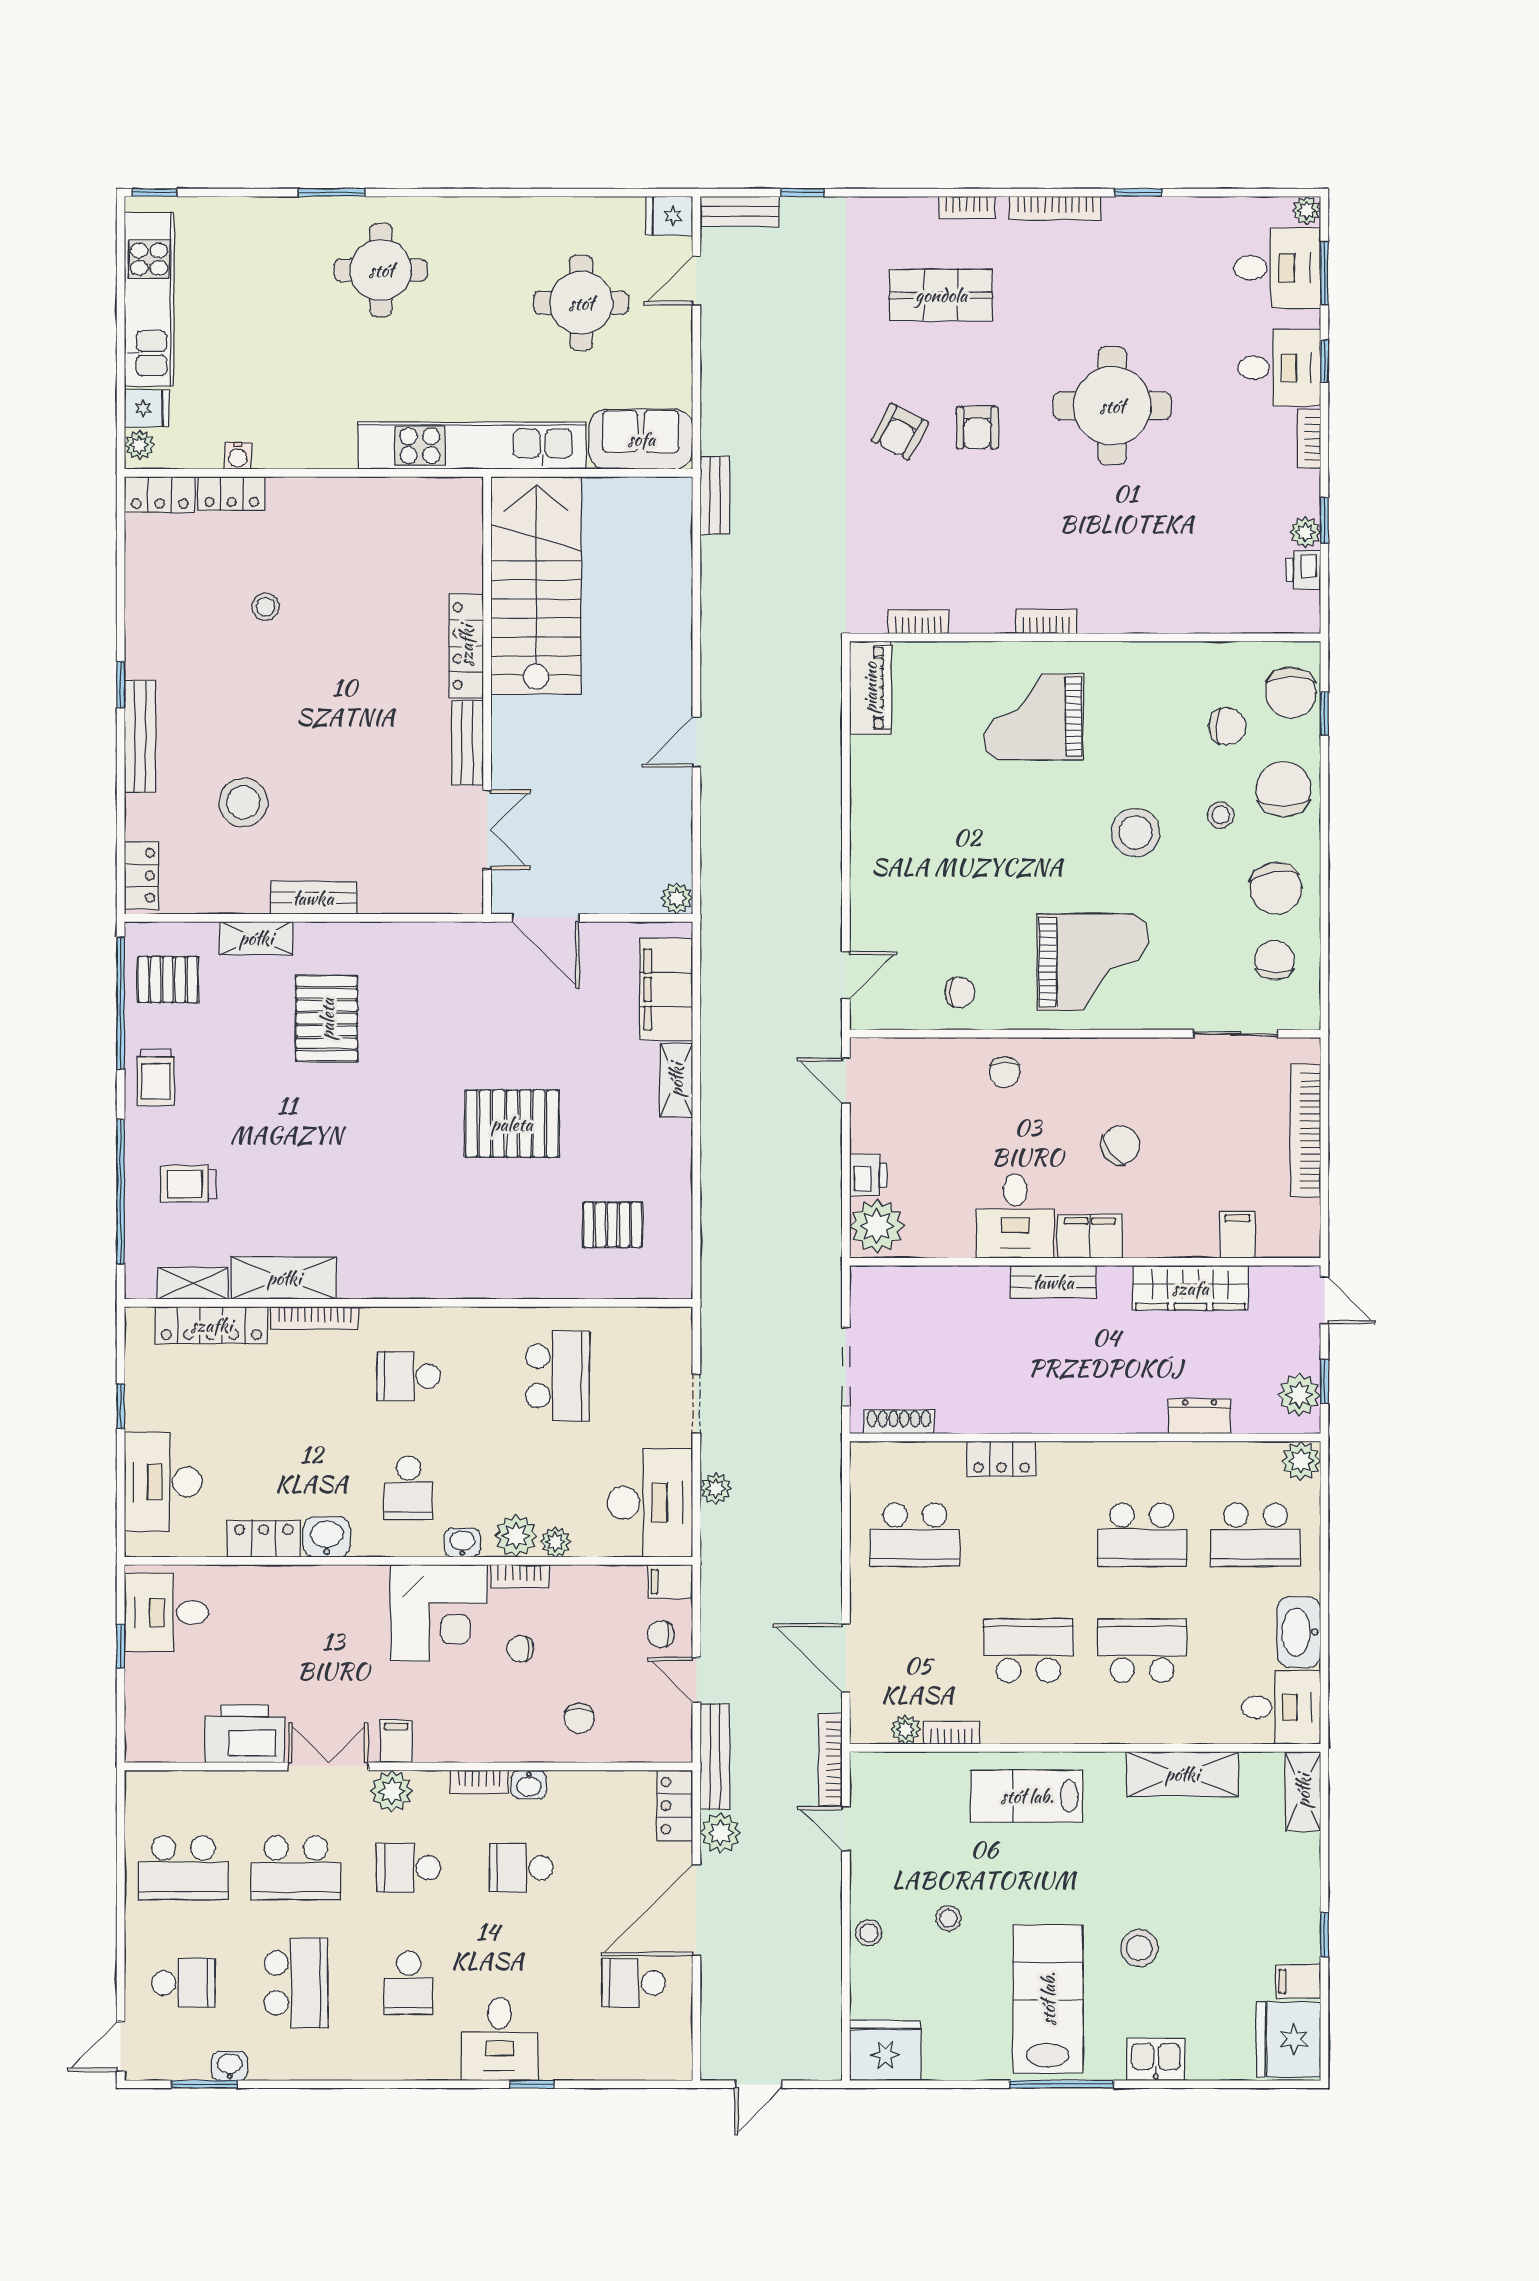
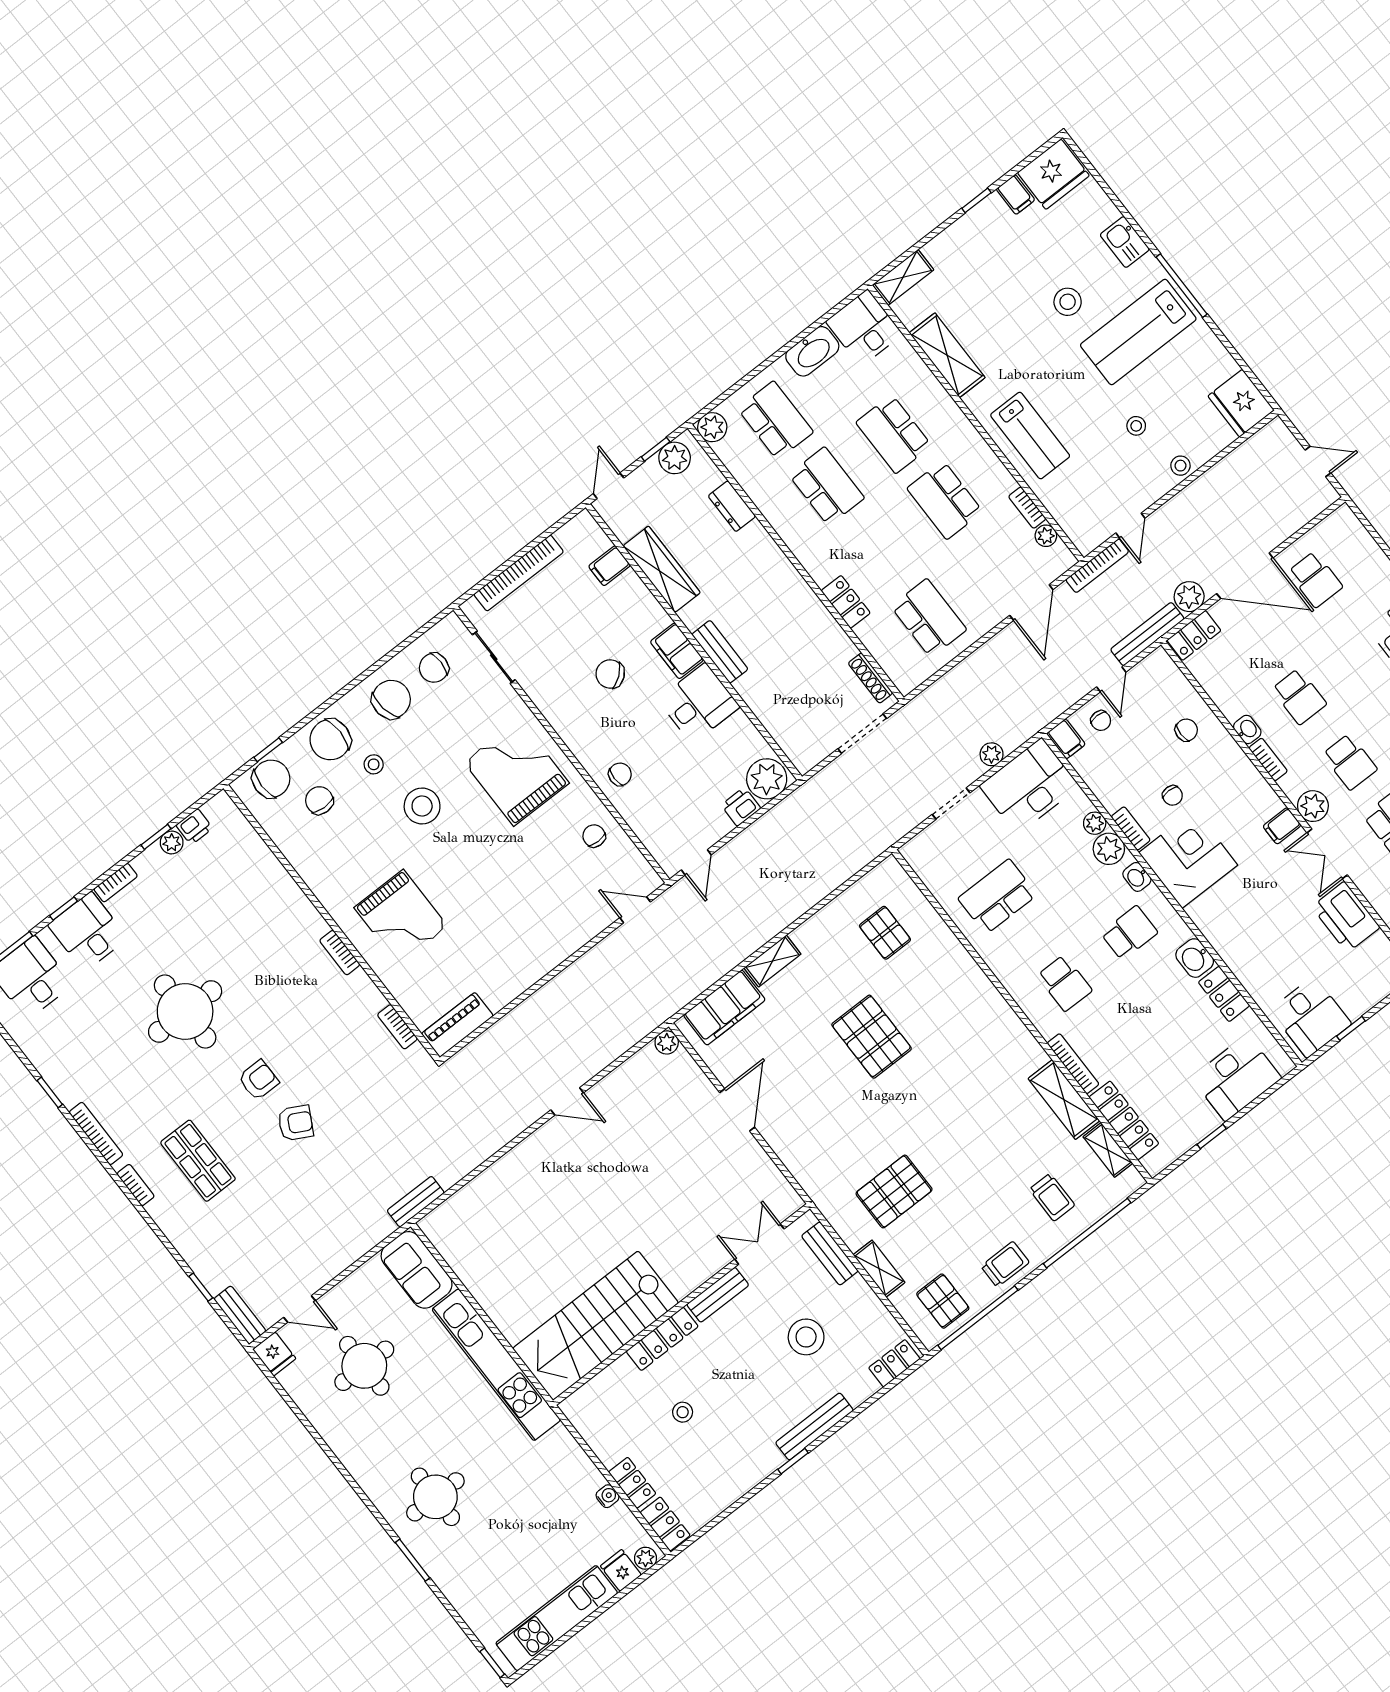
stairs: (536, 585) -> (596, 1326), moved
locker: (466, 646) -> (662, 1339), moved
wall: (487, 695) -> (681, 1305), moved
bench: (467, 743) -> (718, 1295), moved
double door: (487, 830) -> (759, 1244), moved

